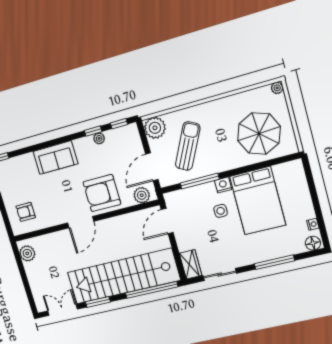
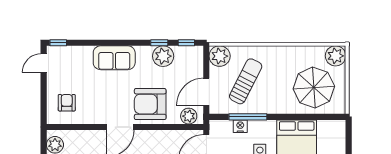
plant: (277, 88) -> (336, 56), width x1.88, depth x1.88
plant: (99, 138) -> (163, 56), width x1.87, depth x1.87
nightstand: (223, 185) -> (240, 126), moved
armchair: (26, 212) -> (67, 103), turned 90

